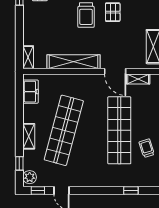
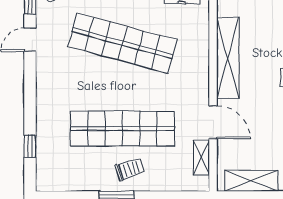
door: (115, 71) -> (213, 122), swing flipped
trolley: (147, 148) -> (130, 169), moved

